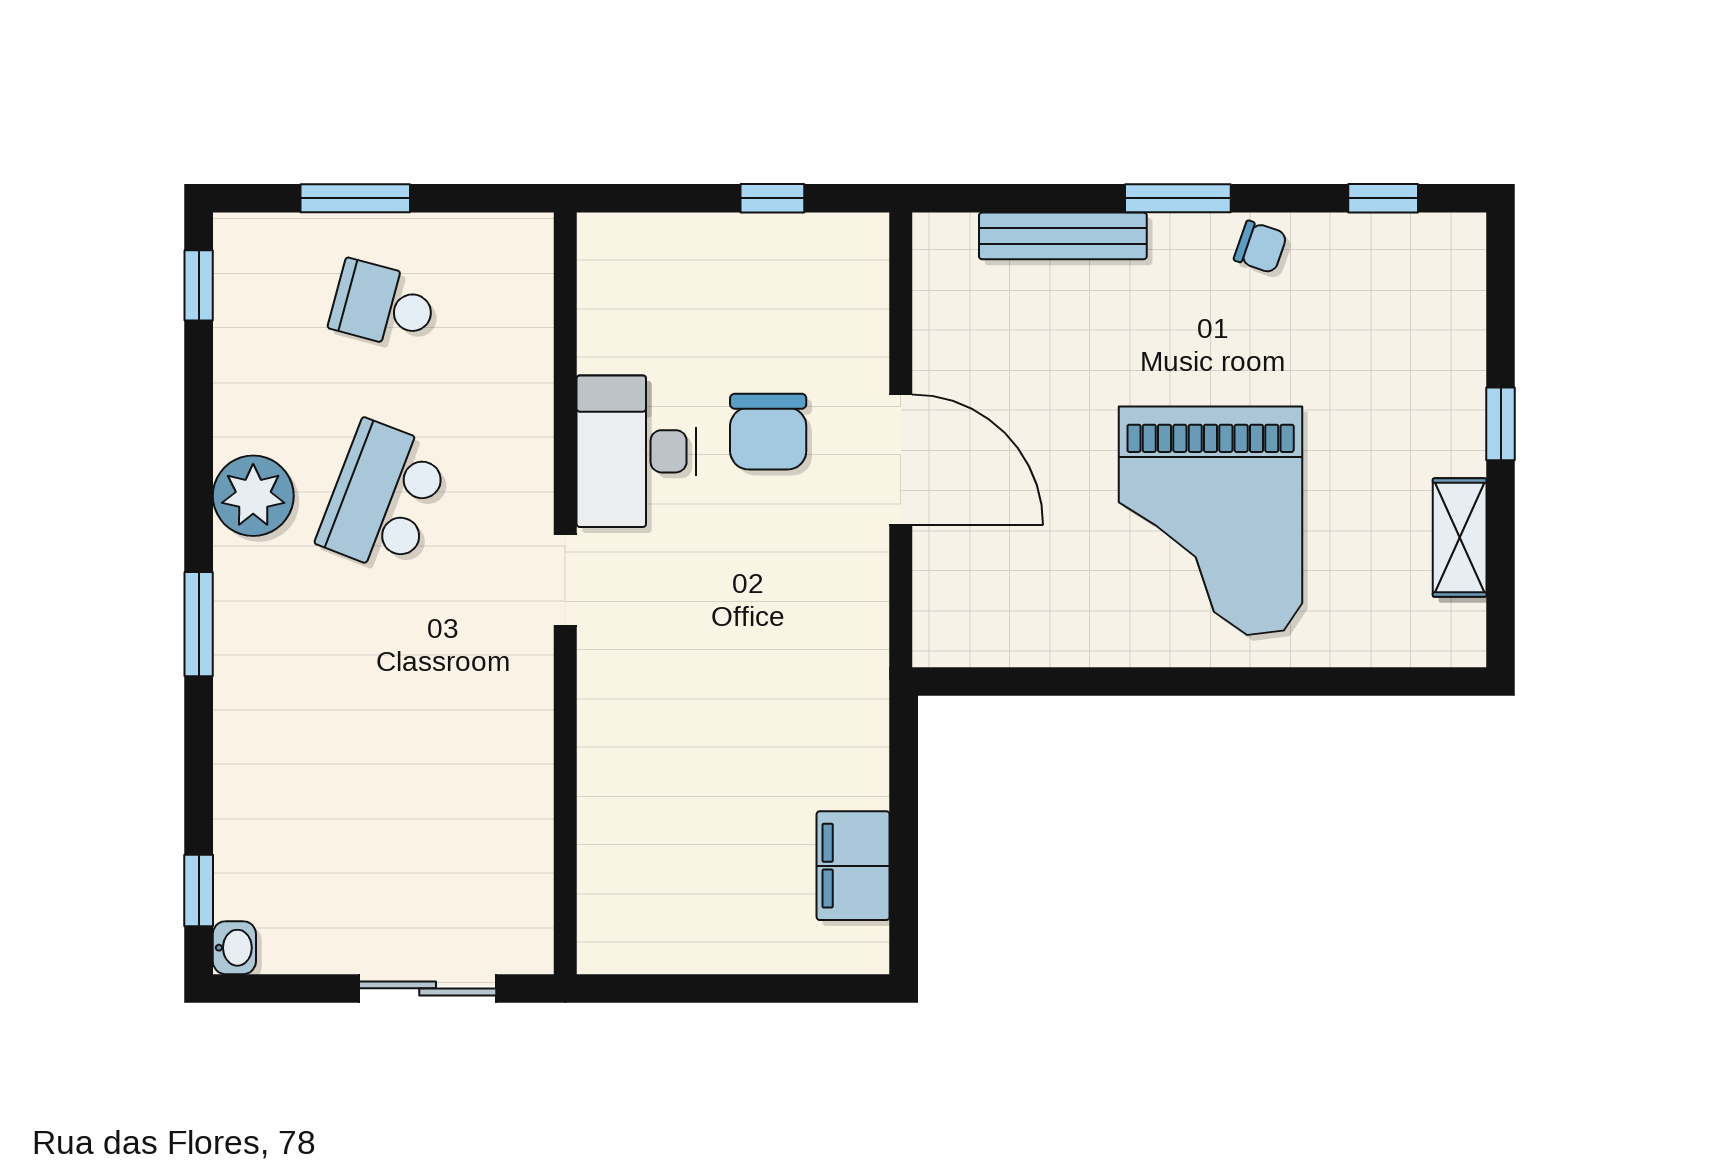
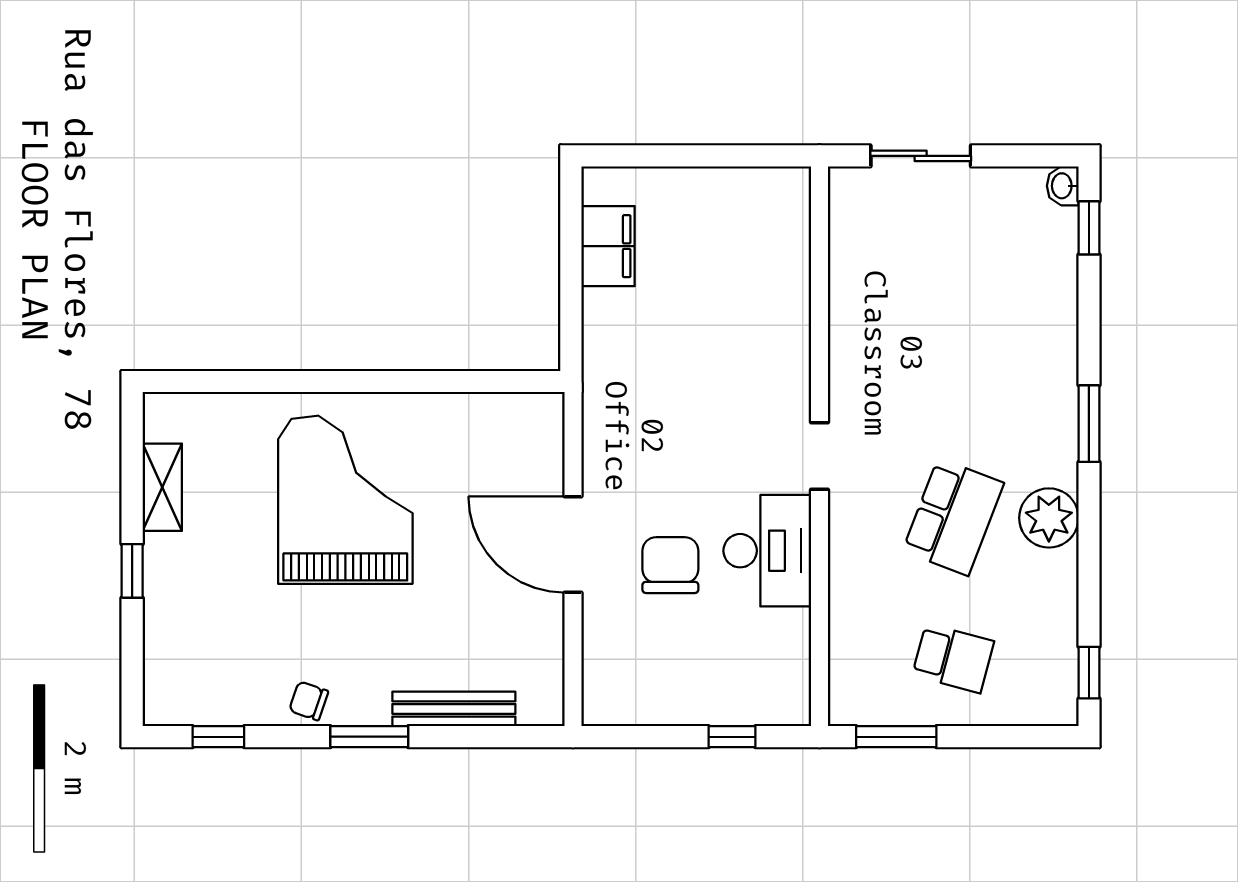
window: (355, 198) -> (896, 737), moved
window: (772, 198) -> (732, 737), moved

